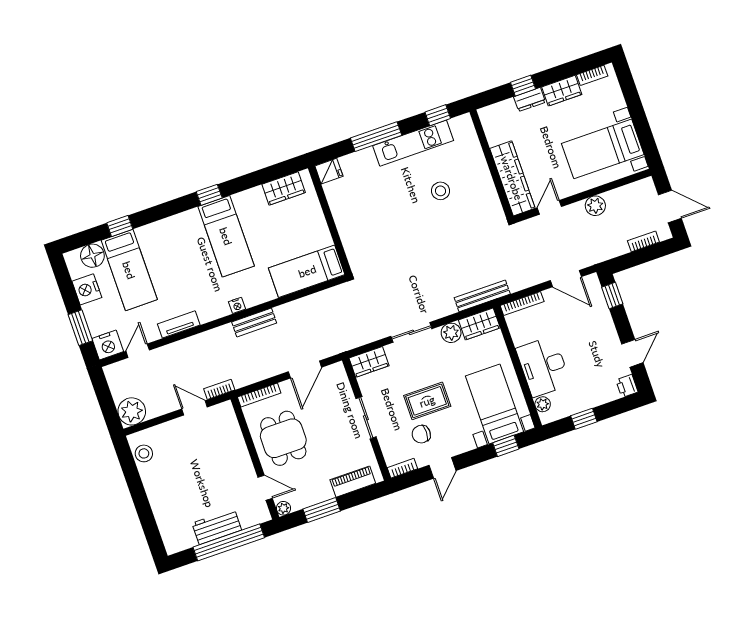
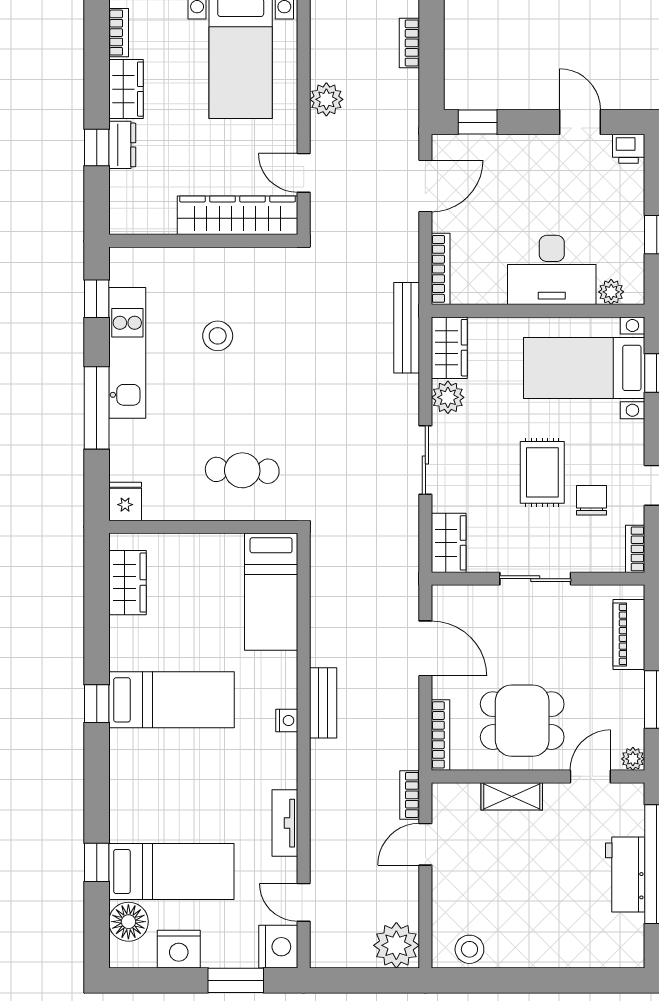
cafe table: (369, 231) -> (242, 470), added
chair: (421, 434) -> (592, 500), turned 180
shelving: (238, 447) -> (512, 796), added

